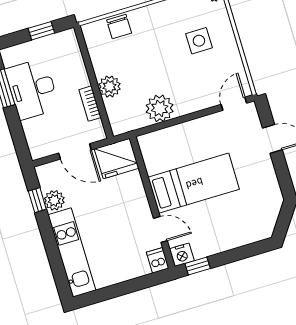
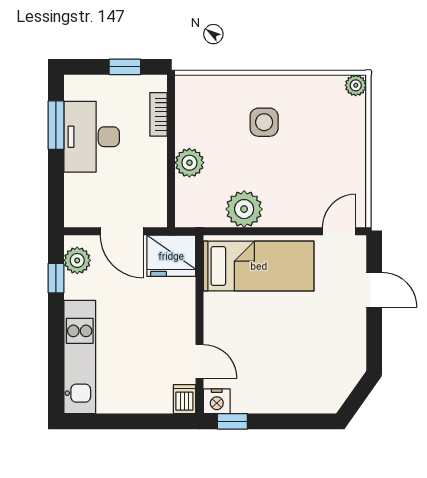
chair: (119, 27) -> (224, 91), removed
side table: (199, 41) -> (264, 122), moved
bookcase: (90, 104) -> (158, 114), moved
bed: (194, 183) -> (259, 266), moved
plant: (54, 200) -> (77, 260), moved

